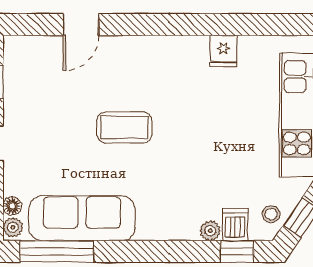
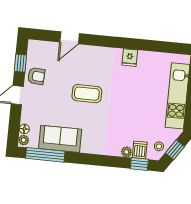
fridge: (223, 51) -> (130, 58), moved
armchair: (25, 104) -> (36, 76), added
sofa: (82, 218) -> (60, 139), width x0.73

